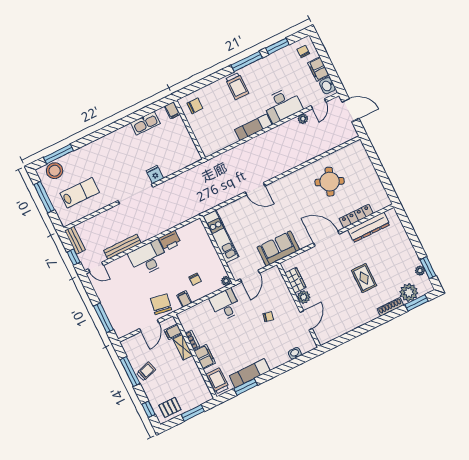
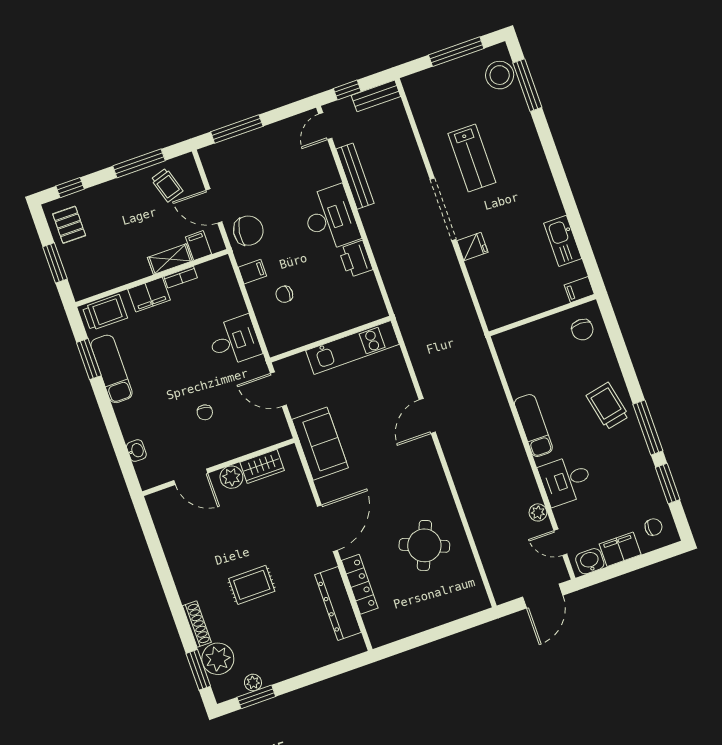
trolley: (237, 86) -> (608, 406), turned 78
desk: (282, 105) -> (566, 480), width x0.73
lab bench: (80, 193) -> (472, 158), moved
plant: (226, 281) -> (275, 347), removed
trolley: (146, 371) -> (167, 185), moved

